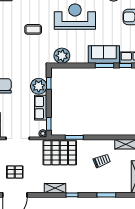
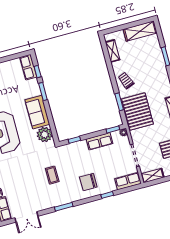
coffee table: (33, 29) -> (52, 175), moved
sofa: (104, 55) -> (37, 112), moved
plant: (39, 86) -> (80, 149), removed
trolley: (102, 161) -> (126, 81), moved

